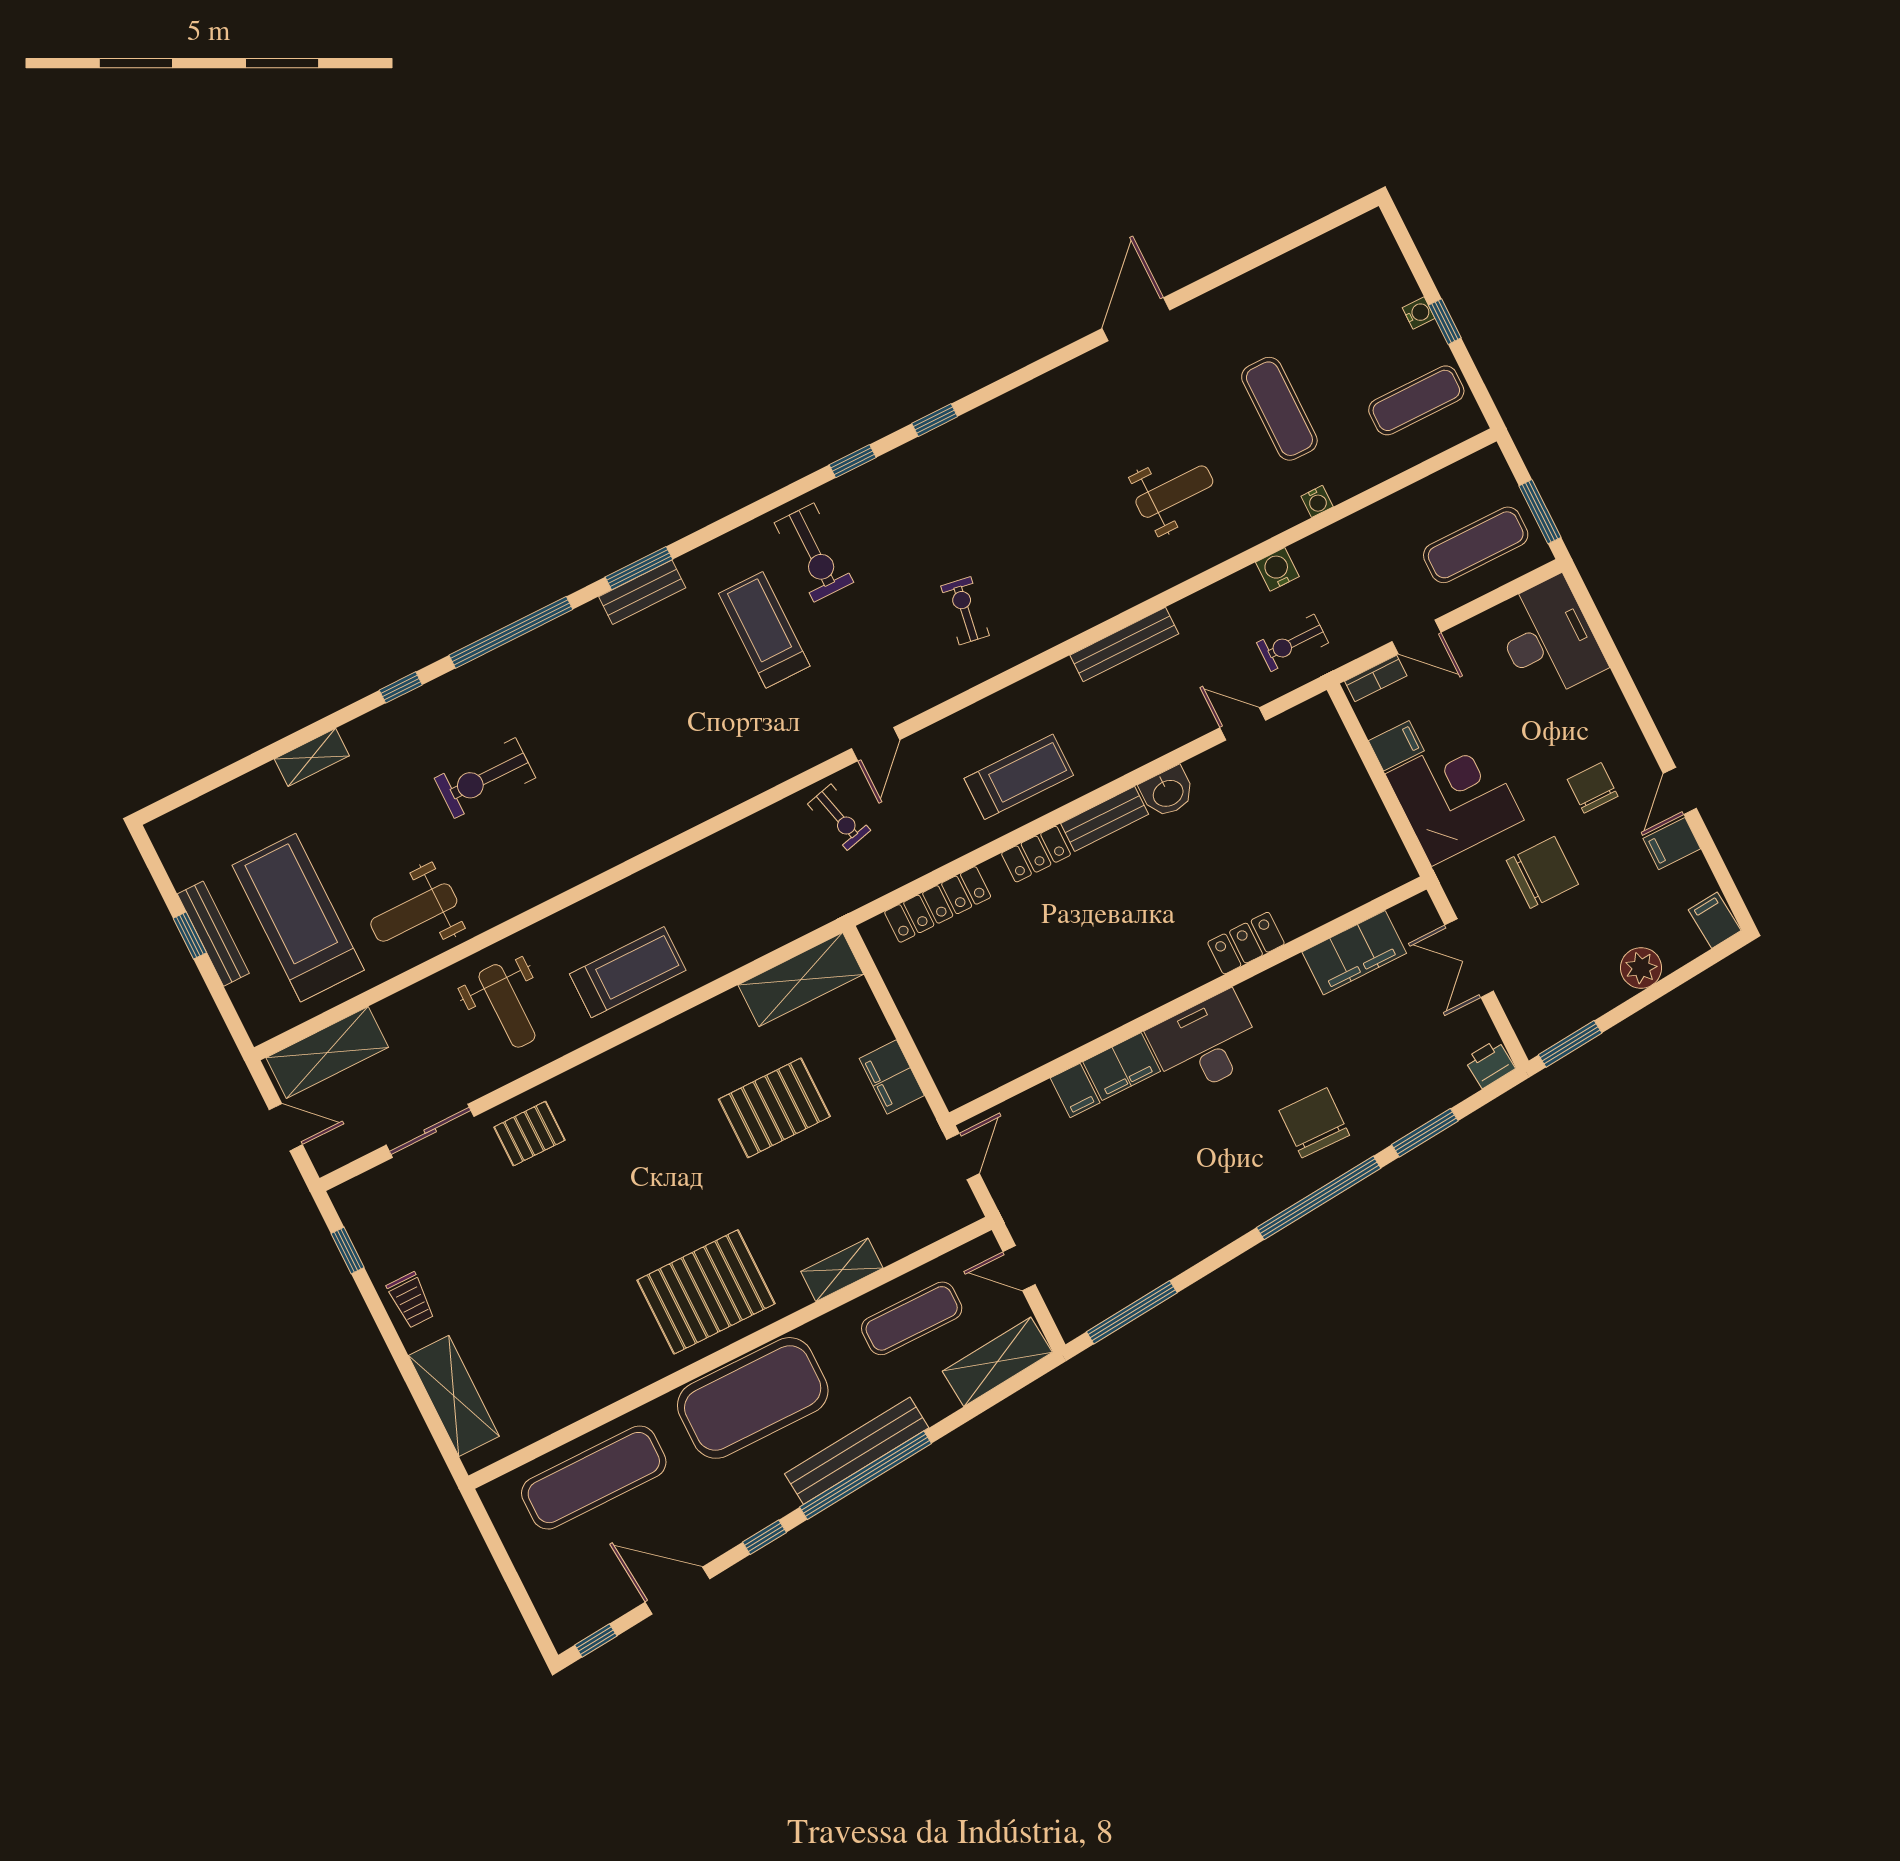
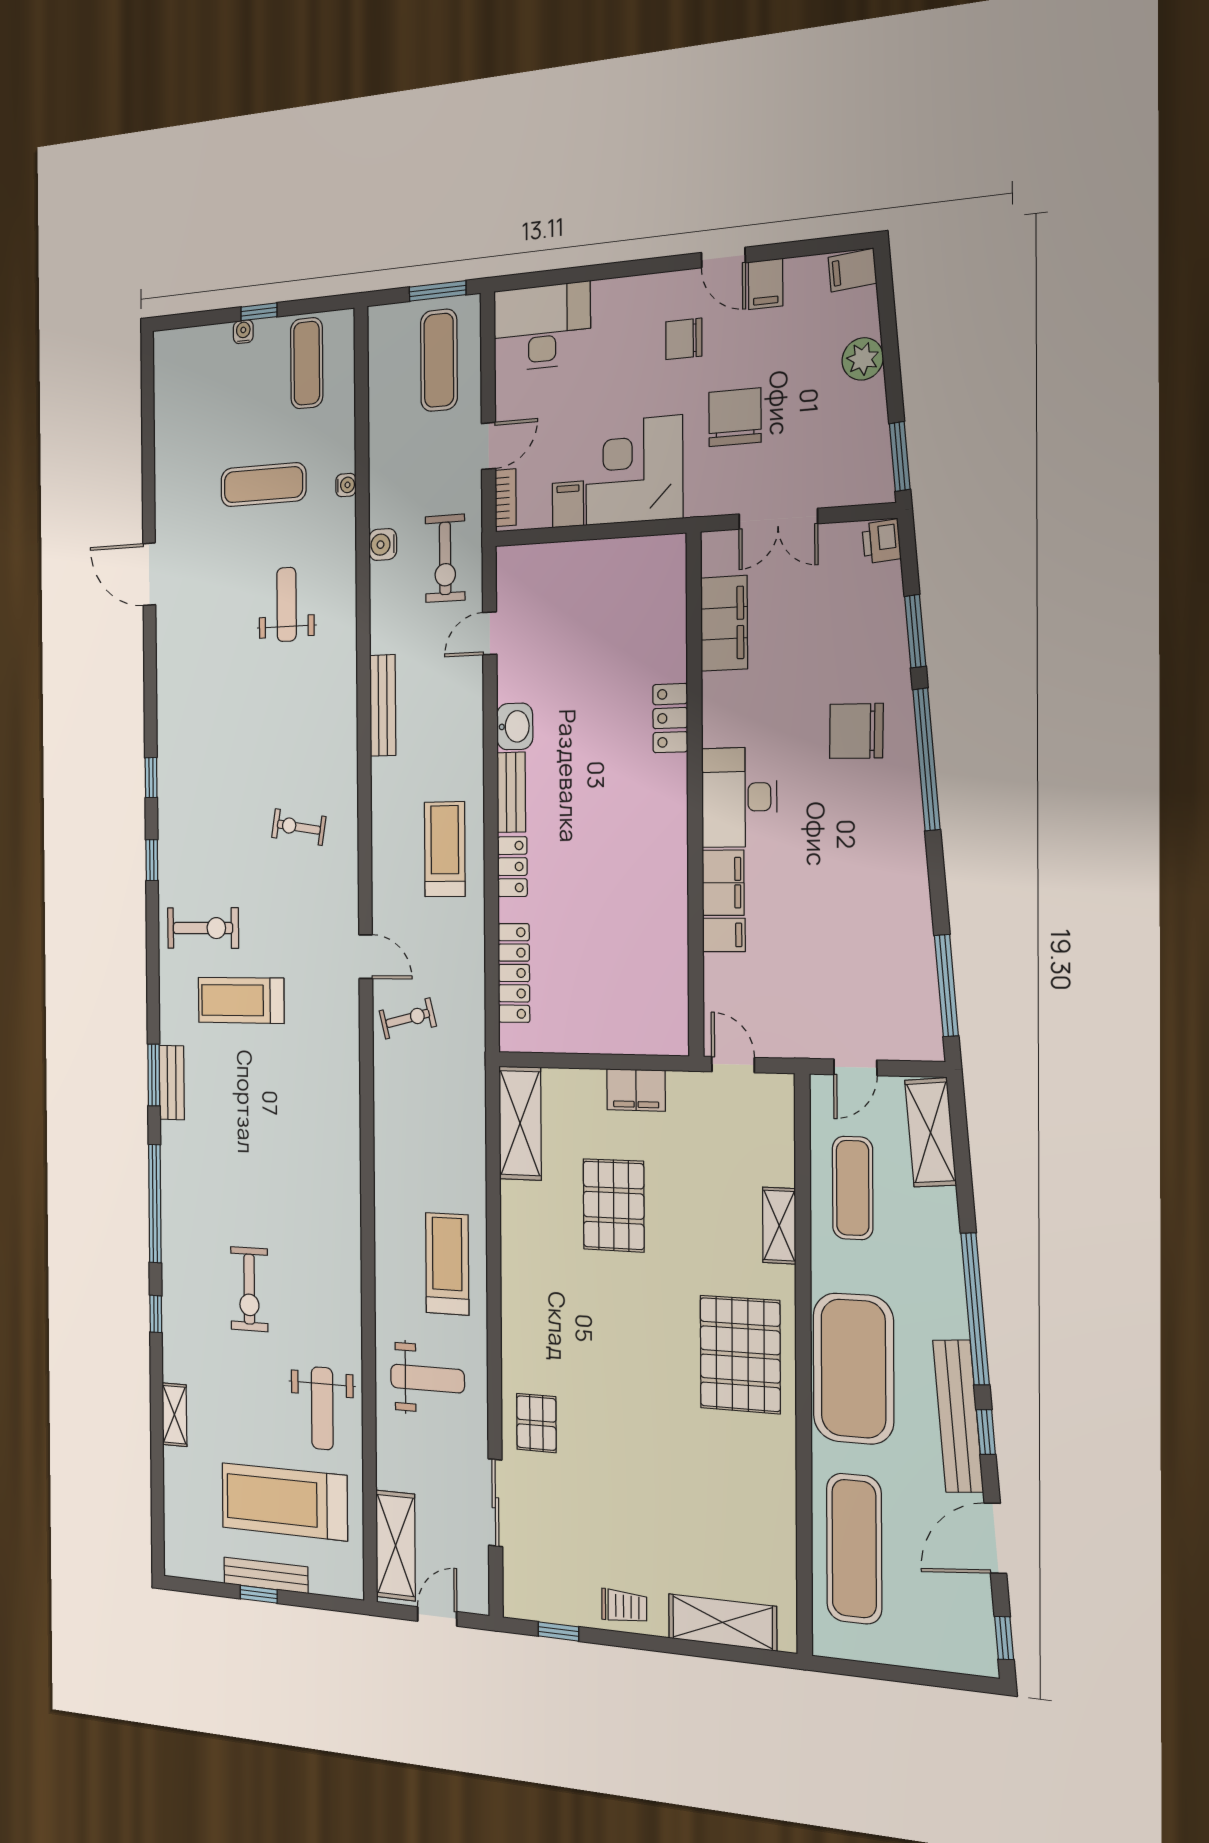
exercise bike: (1293, 643) -> (445, 558), width x1.38, depth x1.39
bench: (857, 1451) -> (958, 1416), moved

